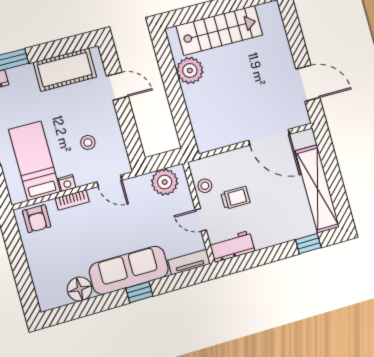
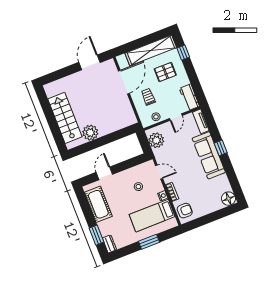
door: (109, 181) -> (159, 172), hinge flipped
trolley: (235, 198) -> (148, 97), moved
pallet: (279, 210) -> (165, 72), added
floor lamp: (80, 289) -> (228, 199), moved

